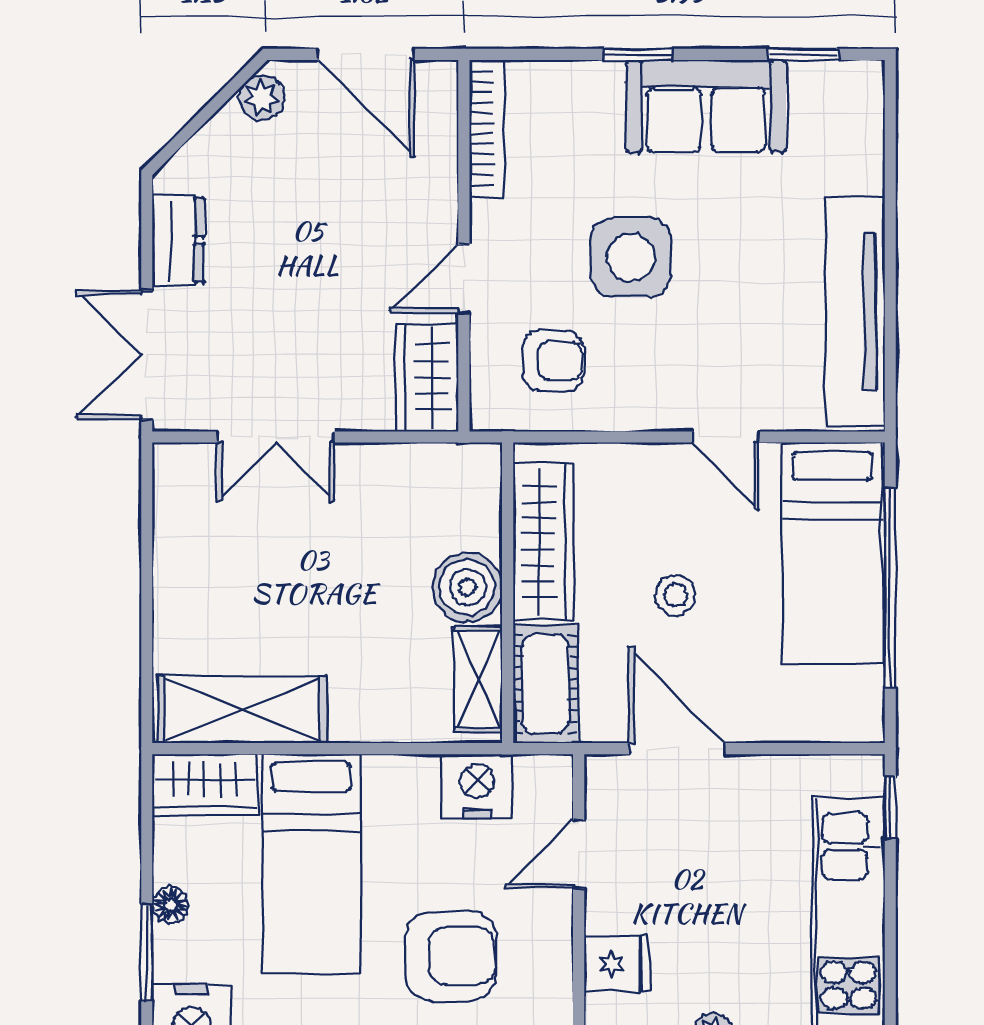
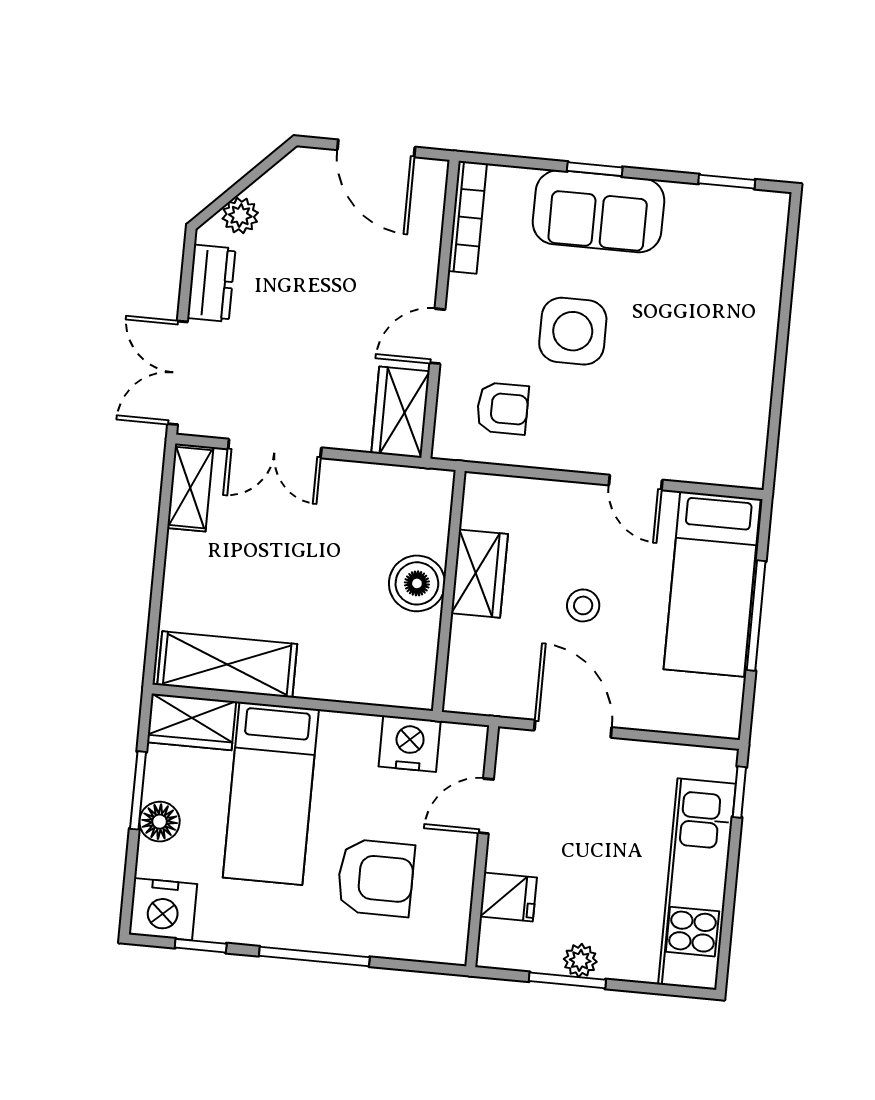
plant: (262, 98) -> (240, 216), moved
sofa: (706, 106) -> (599, 211), moved
tv unit: (855, 312) -> (749, 392), removed
wardrobe: (543, 542) -> (479, 574), width x0.67
window: (890, 587) -> (756, 616), width x0.68
shelving: (478, 679) -> (190, 488), moved
cot: (545, 684) -> (472, 667), removed
floor lamp: (170, 905) -> (160, 822), width x1.37, depth x1.37
window: (147, 952) -> (138, 790), moved

